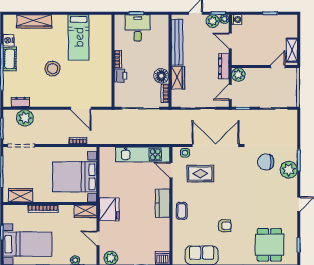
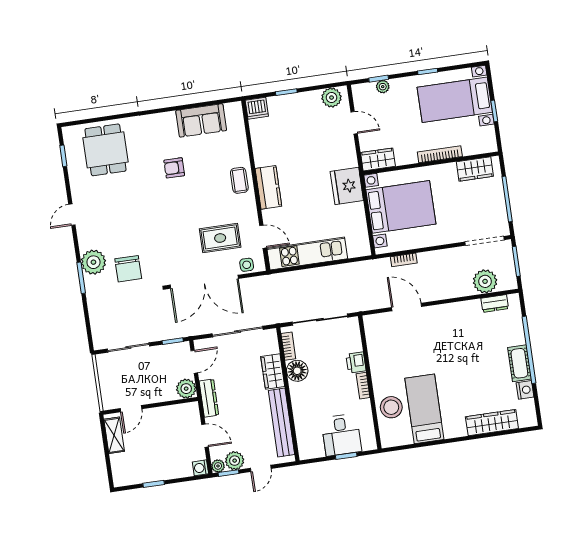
stool: (52, 69) -> (391, 407), moved
chair: (266, 162) -> (128, 269), turned 90
fridge: (109, 209) -> (347, 186), moved

